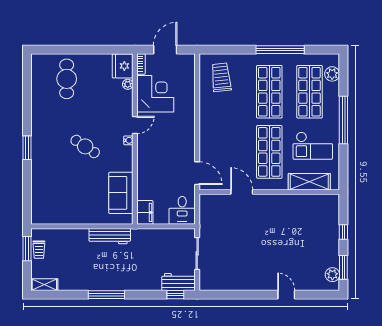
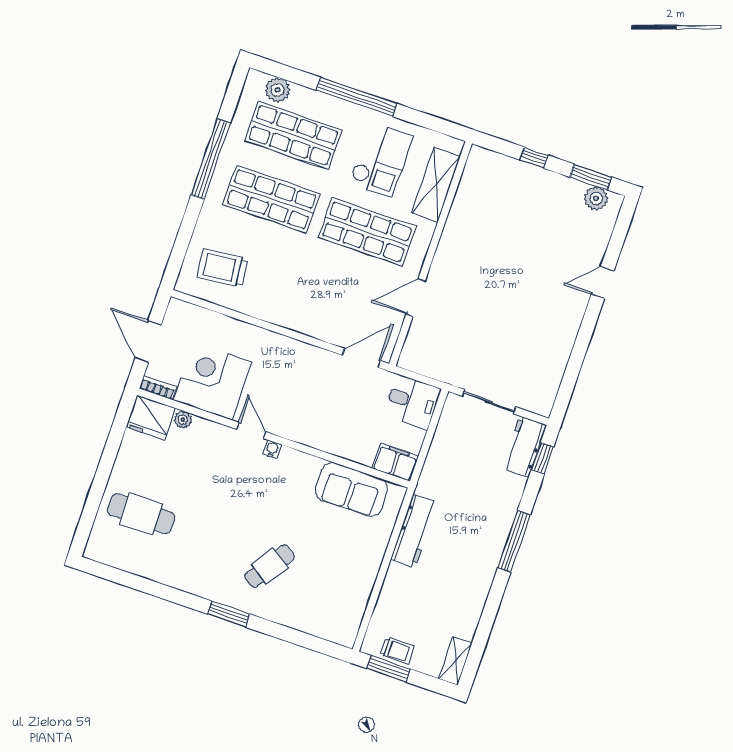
cafe table: (85, 146) -> (270, 566), moved
window: (106, 295) -> (514, 541), moved

